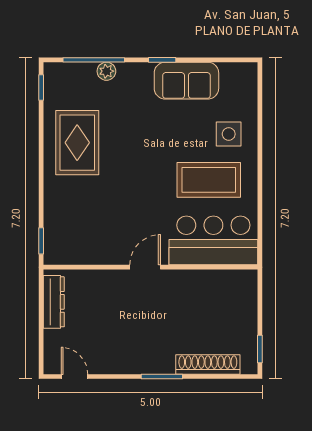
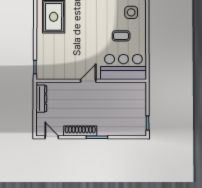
coffee table: (209, 180) -> (121, 36), width x0.54, depth x0.58
shoe rack: (208, 364) -> (80, 131), moved

